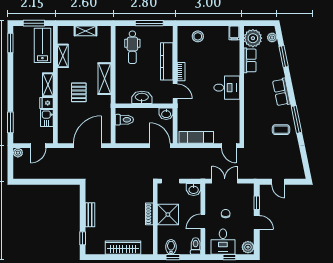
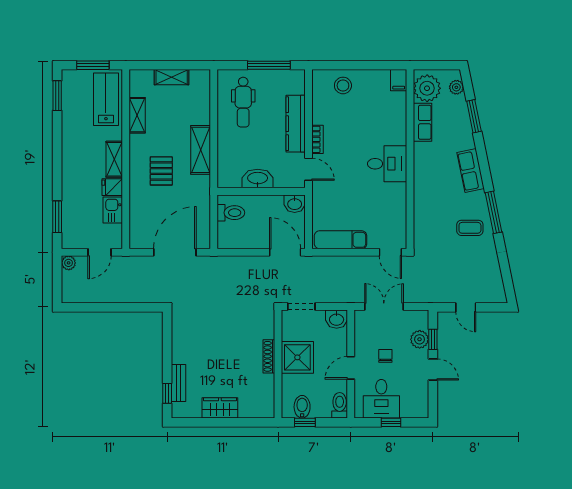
bench: (90, 215) -> (178, 383), moved
plant: (248, 247) -> (420, 339), moved
wardrobe: (123, 248) -> (220, 408), width x0.67

